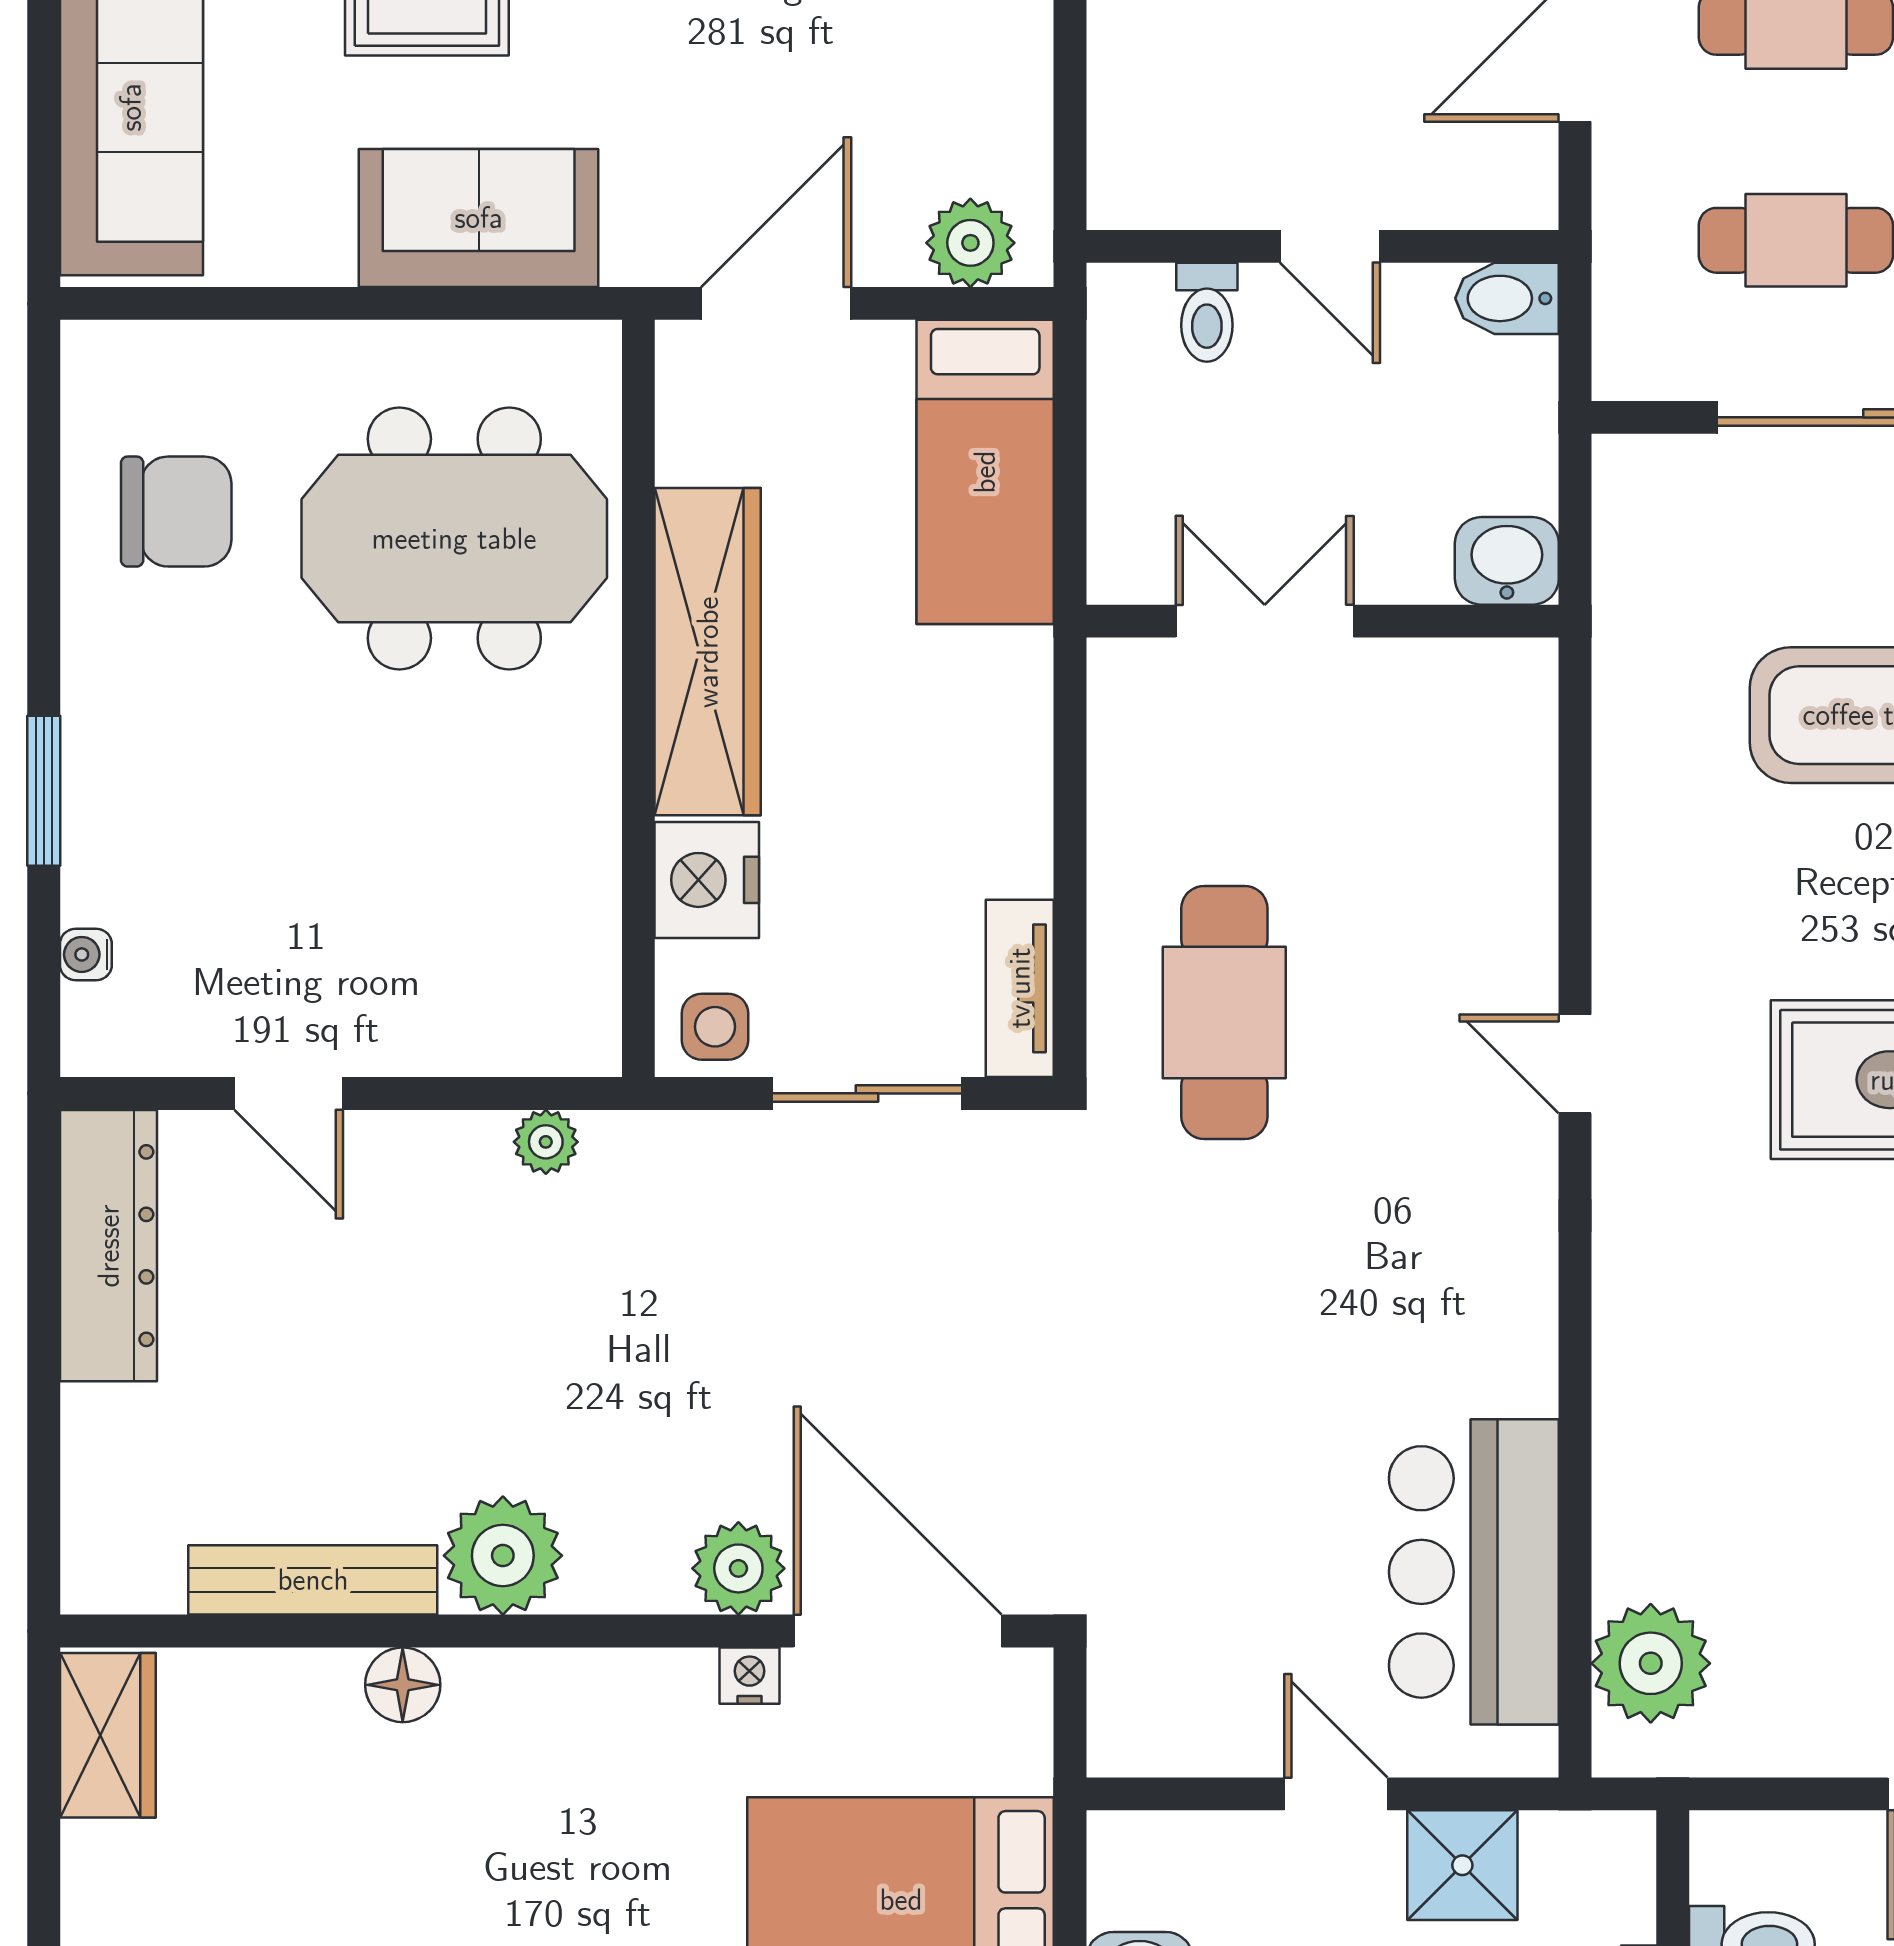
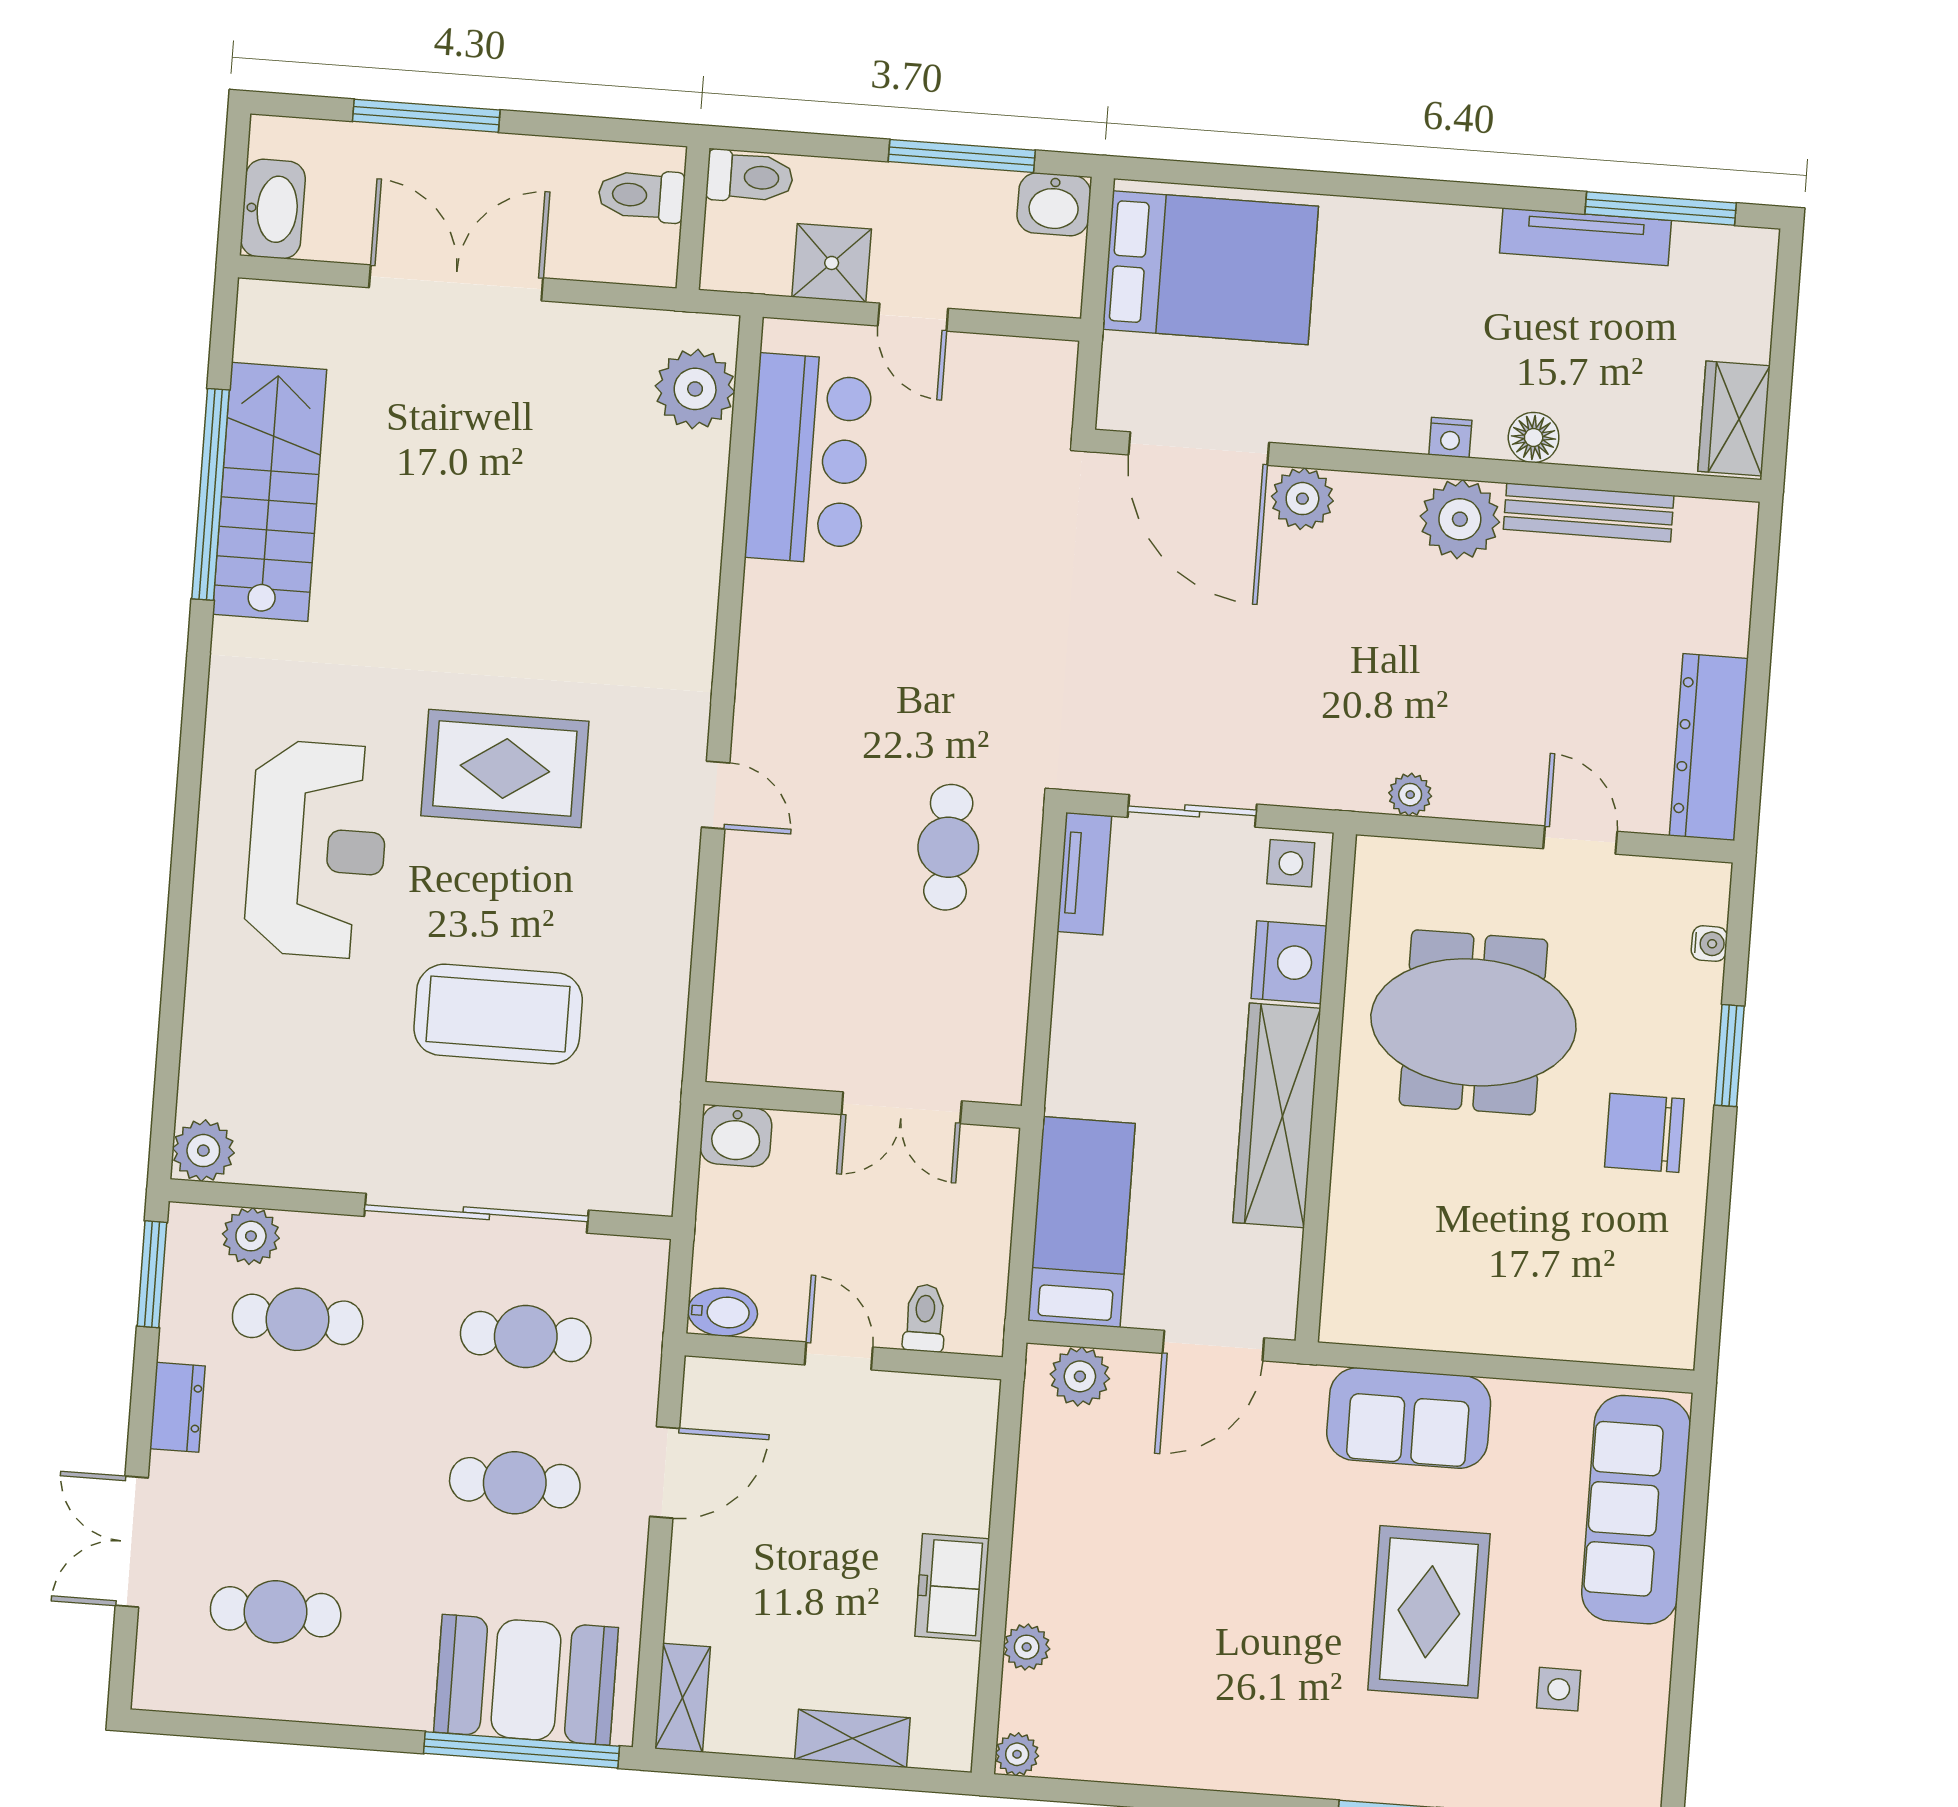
chair: (176, 512) -> (1644, 1133), moved
meeting table: (454, 539) -> (1473, 1022), moved
cafe table: (1224, 1012) -> (948, 847), width x0.73, depth x0.74
nightstand: (750, 1676) -> (1450, 437), moved

